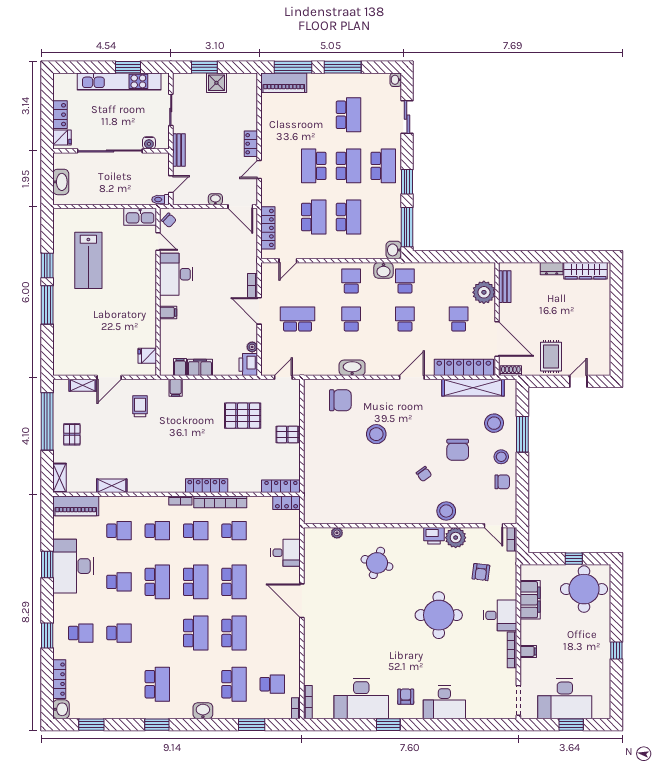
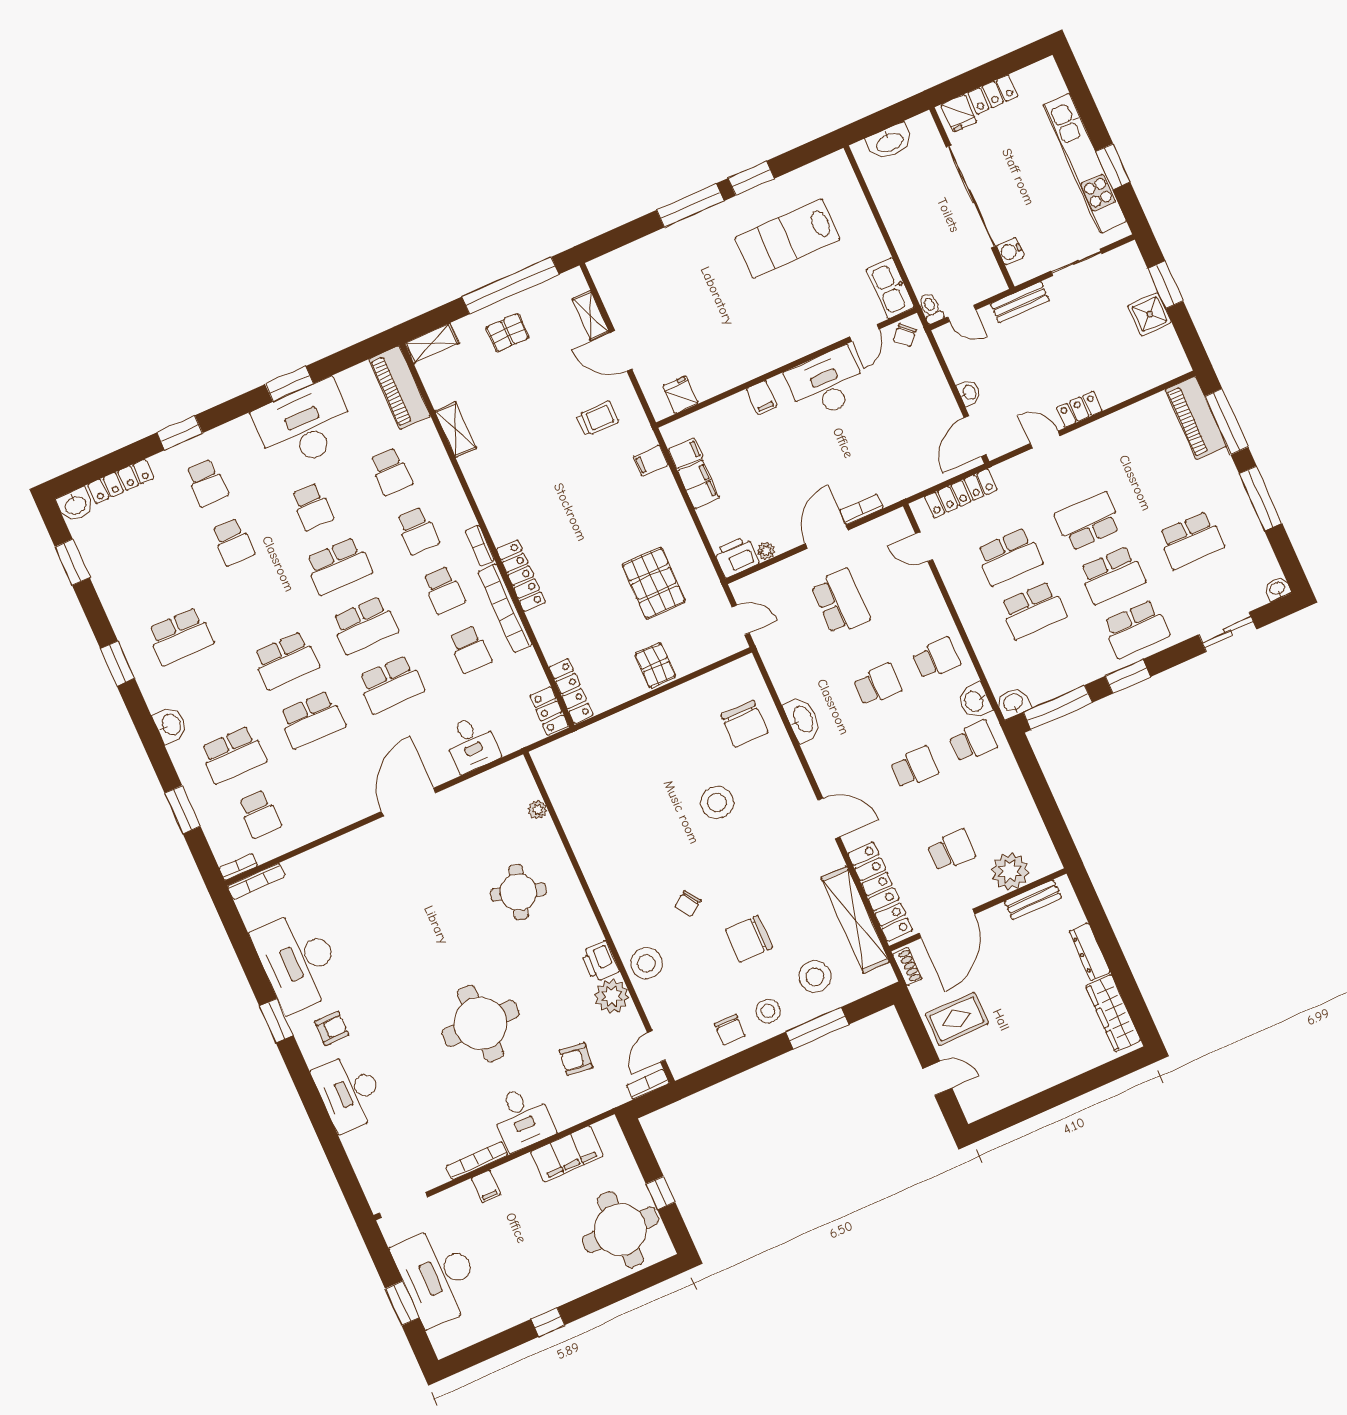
dresser: (552, 269) -> (1090, 952), width x1.44

